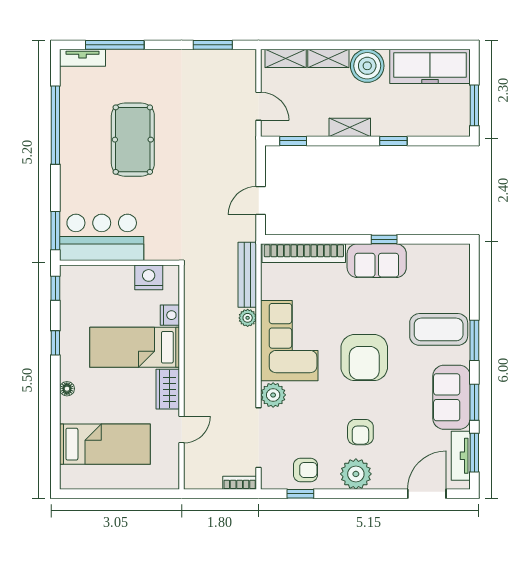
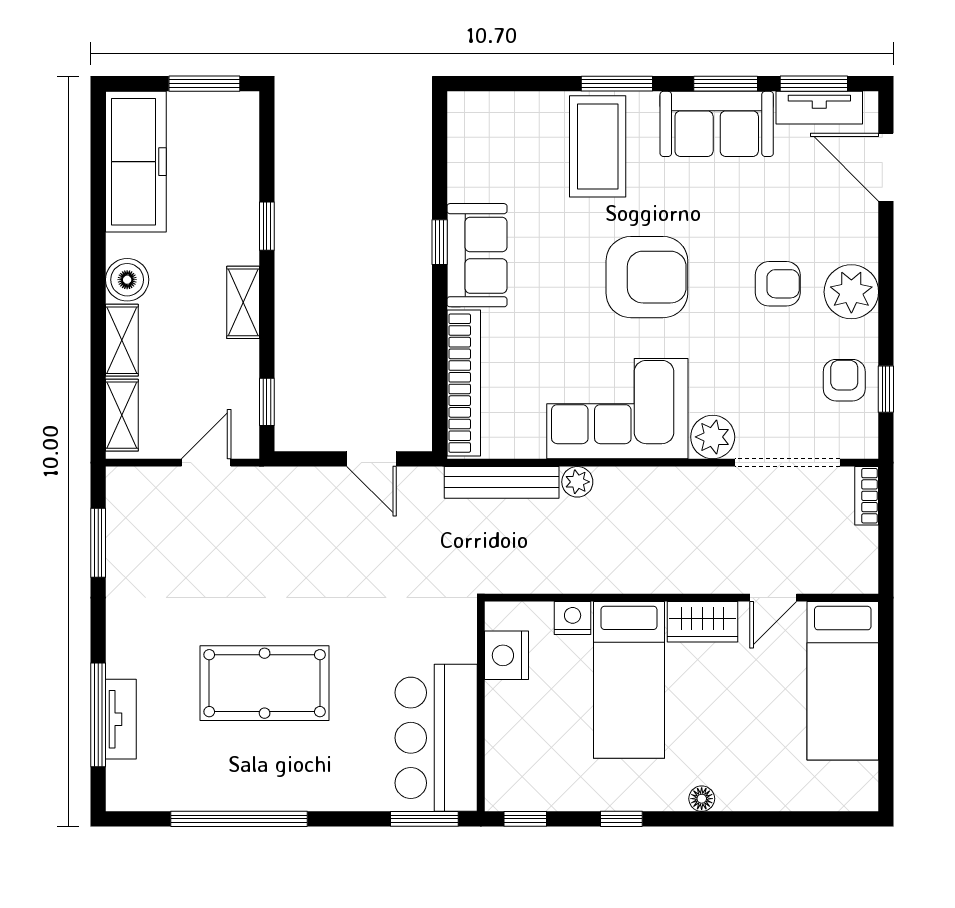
tv unit: (83, 58) -> (121, 719), moved
boiler: (367, 66) -> (127, 280), width x0.73, depth x0.73
door: (182, 430) -> (773, 598), swing flipped
bed: (105, 444) -> (843, 681), moved, turned 180

